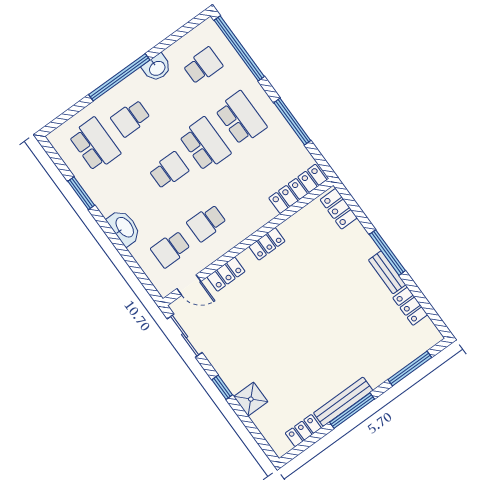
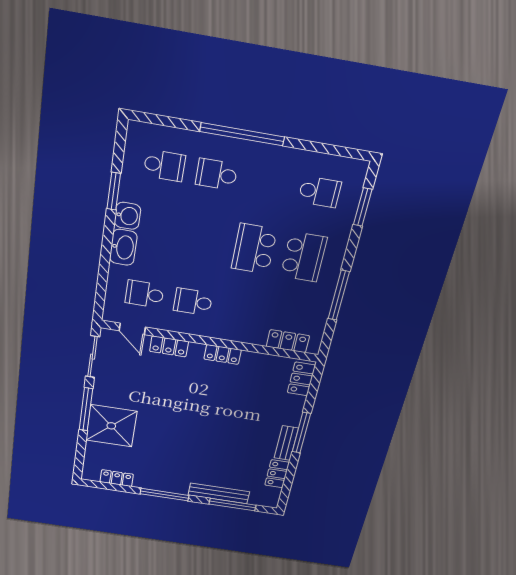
window: (239, 48) -> (363, 207), width x0.47
washbasin: (157, 68) -> (127, 216), moved, turned -90
school desk: (95, 144) -> (164, 166), width x0.54
school desk: (205, 144) -> (254, 249), turned 180
school desk: (169, 171) -> (204, 240), removed
locker: (298, 189) -> (288, 341), width x0.66
window: (222, 387) -> (86, 409), width x2.17
shower: (251, 399) -> (111, 426), width x1.86, depth x1.86
bench: (343, 402) -> (219, 493), moved

